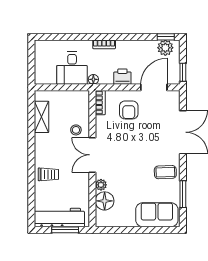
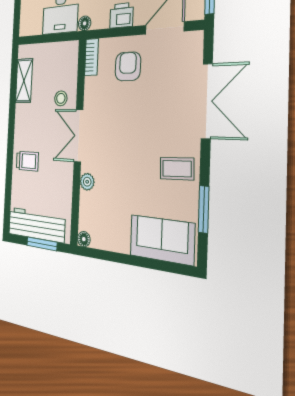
armchair: (129, 110) -> (128, 66), turned 180
floor lamp: (105, 201) -> (84, 239), moved, width x0.53, depth x0.53

